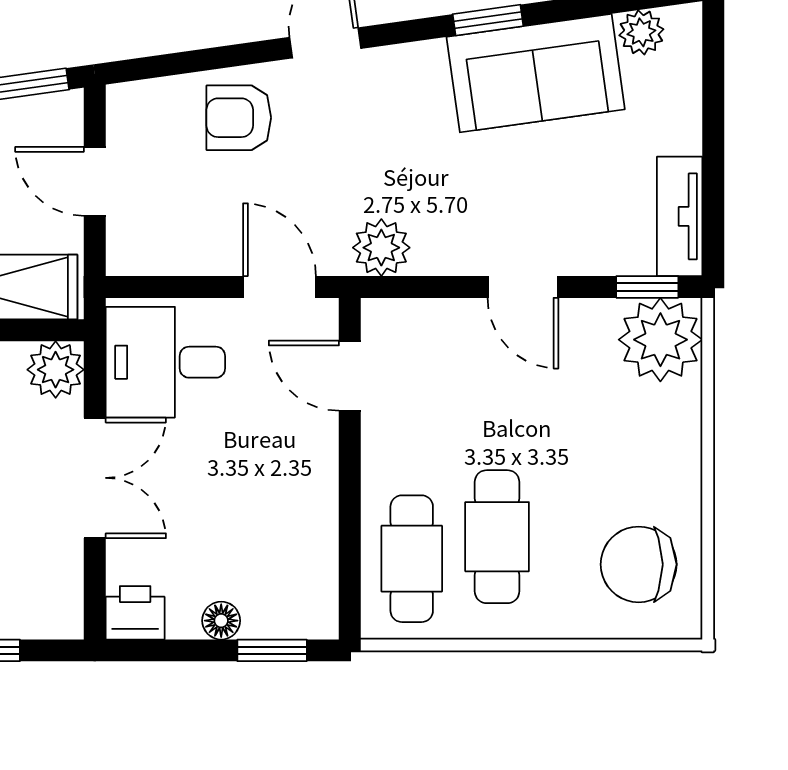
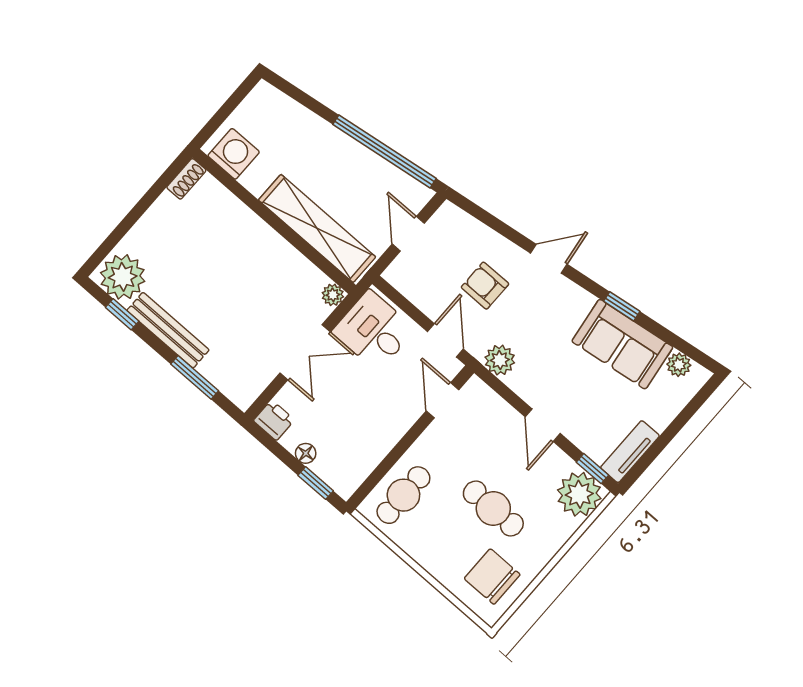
armchair: (239, 118) -> (485, 286), moved
plant: (56, 370) -> (333, 295), width x0.73, depth x0.73
cafe table: (497, 537) -> (493, 508), moved, turned 90

